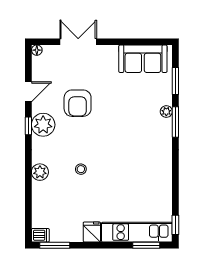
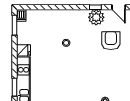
armchair: (78, 103) -> (111, 41), turned 90
plant: (40, 172) -> (64, 15), removed

